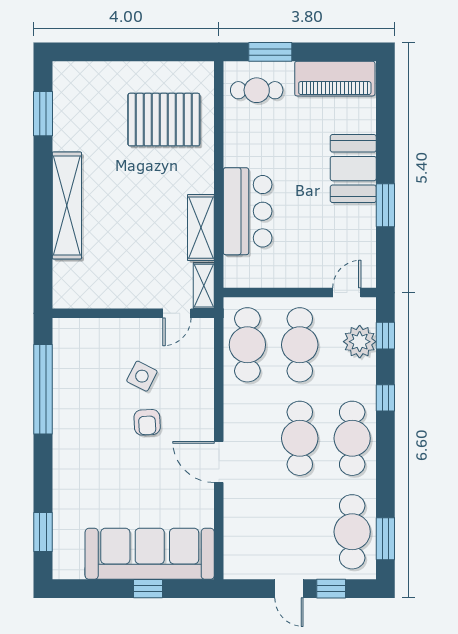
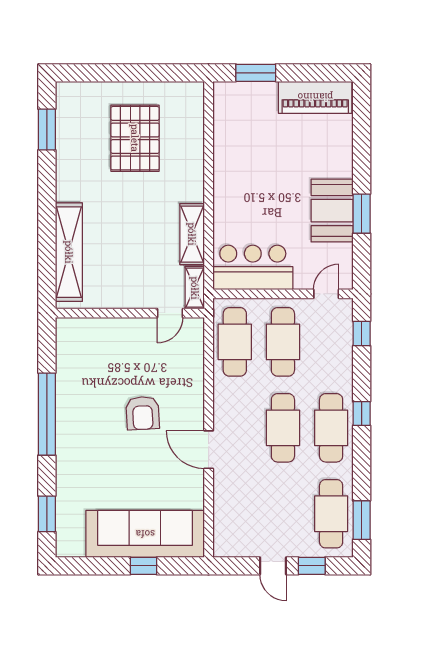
cafe table: (257, 90) -> (243, 108), removed
pallet: (164, 120) -> (135, 138), moved, turned 90
booth: (353, 169) -> (332, 211), moved
shelving: (67, 205) -> (69, 252), moved
bar counter: (248, 211) -> (253, 267), moved, turned -90
plant: (360, 342) -> (338, 339), removed
side table: (142, 376) -> (138, 371), removed
window: (43, 389) -> (47, 414), moved
window: (385, 398) -> (362, 413), moved
armchair: (147, 422) -> (143, 413), width x1.38, depth x1.38

